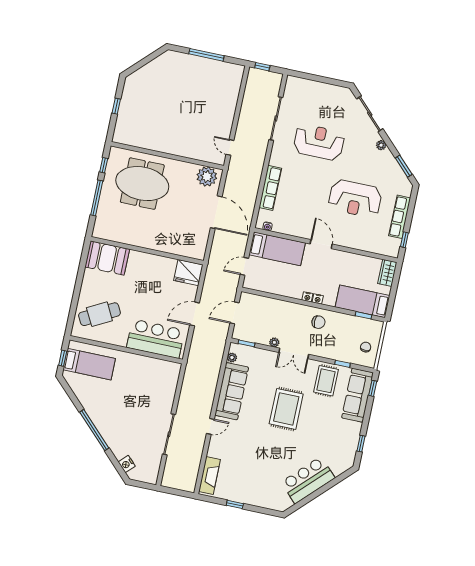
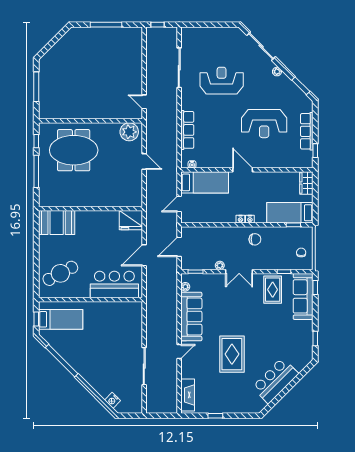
window: (116, 106) -> (36, 87), width x2.17
door: (216, 212) -> (144, 162), width x0.53
rug: (286, 409) -> (232, 354), moved
window: (94, 430) -> (62, 361), moved

